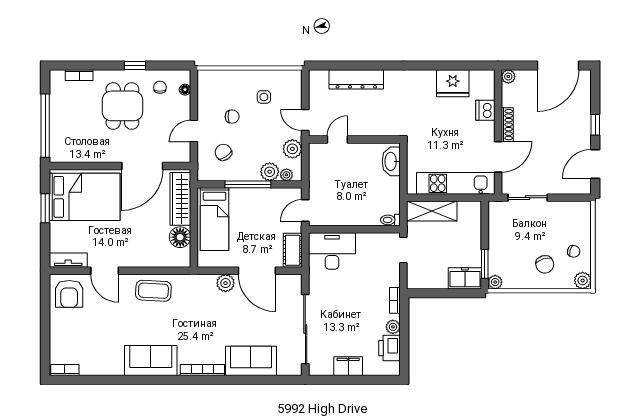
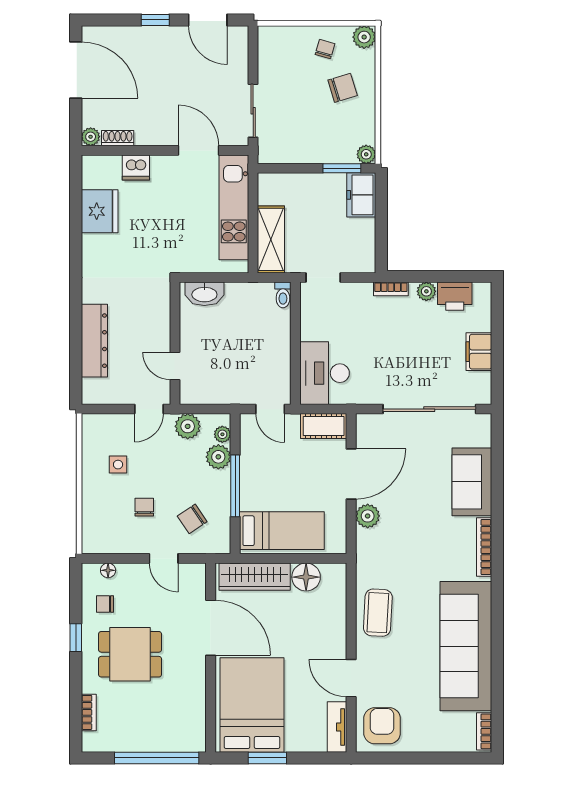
shoe rack: (507, 125) -> (118, 138), moved, width x0.70
door: (105, 271) -> (351, 678), swing flipped
armchair: (69, 294) -> (382, 726), turned -90
sofa: (151, 360) -> (466, 646), width x1.85, depth x1.27

